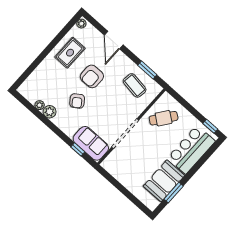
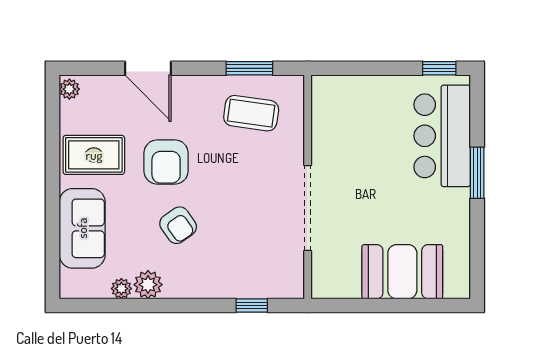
rug: (70, 53) -> (94, 155), turned 90
cafe table: (164, 118) -> (349, 125), removed
sofa: (91, 143) -> (82, 228), moved, turned 90
booth: (164, 181) -> (402, 272), moved, turned 90
window: (174, 193) -> (477, 173), moved

